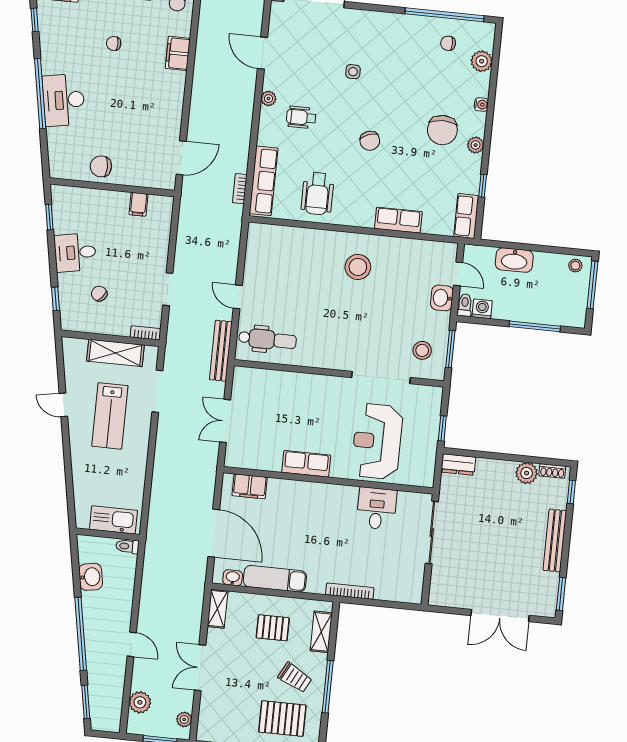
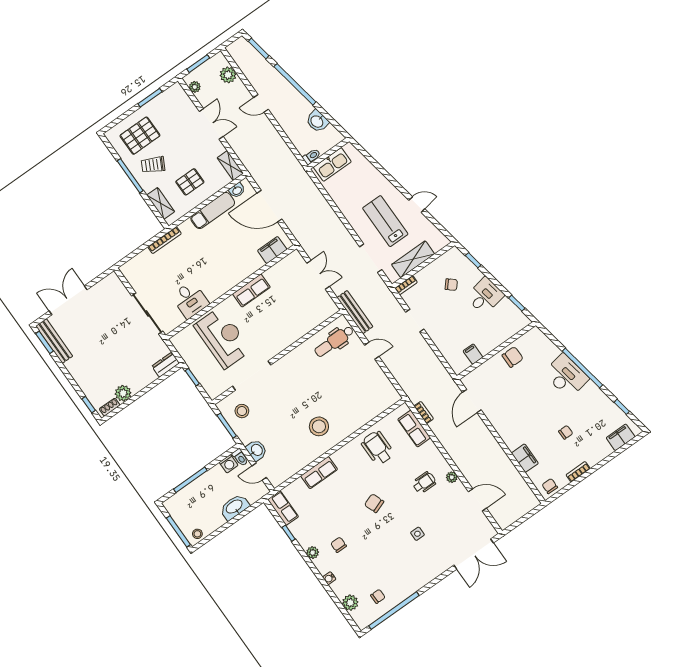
chair: (442, 130) -> (339, 545), width x0.54, depth x0.54
row of seats: (264, 181) -> (414, 429), width x0.68
bench: (555, 541) -> (54, 341), moved

